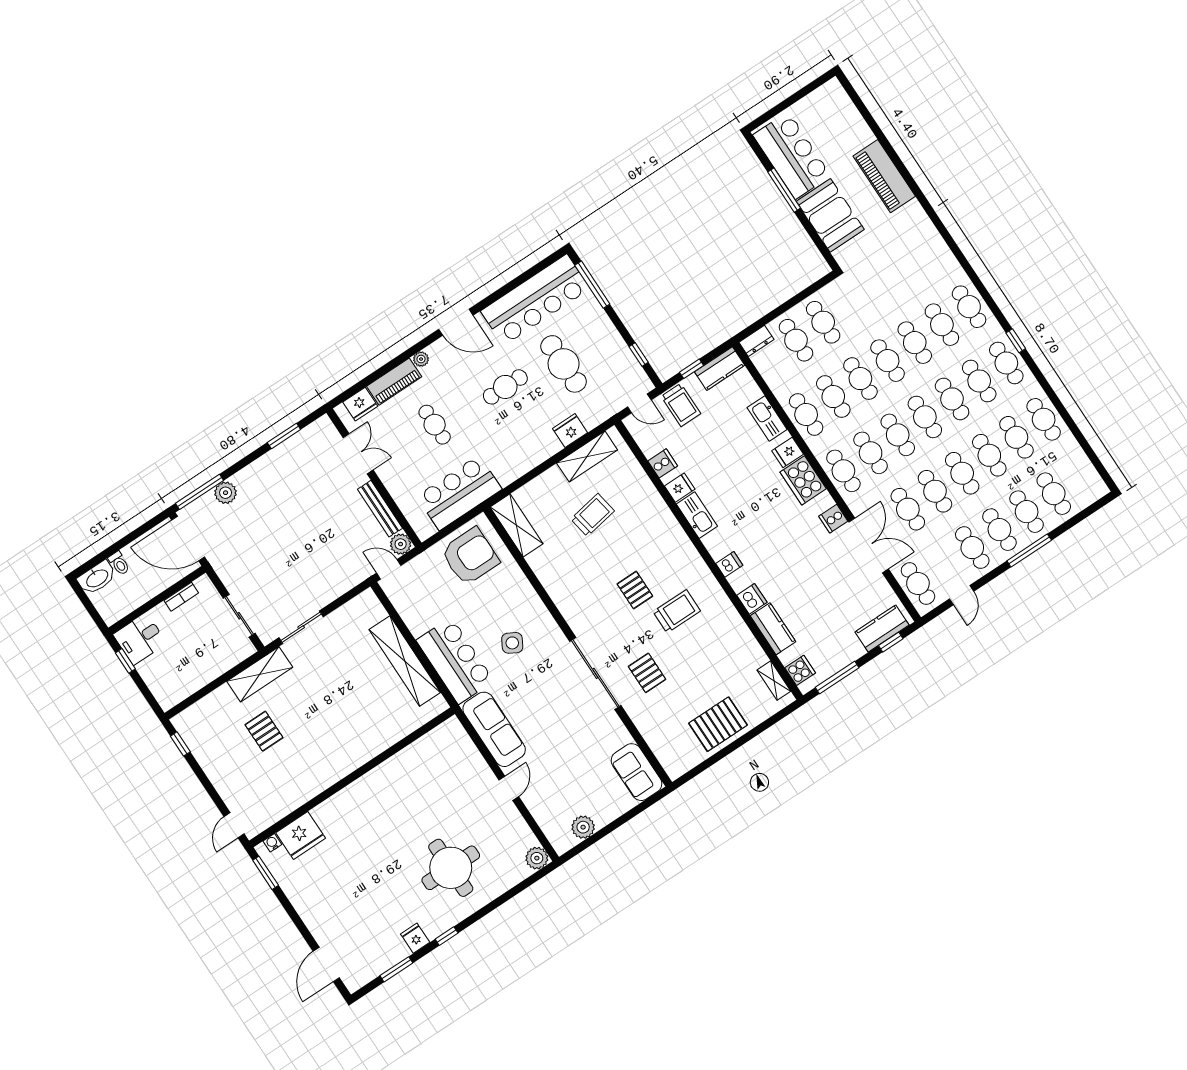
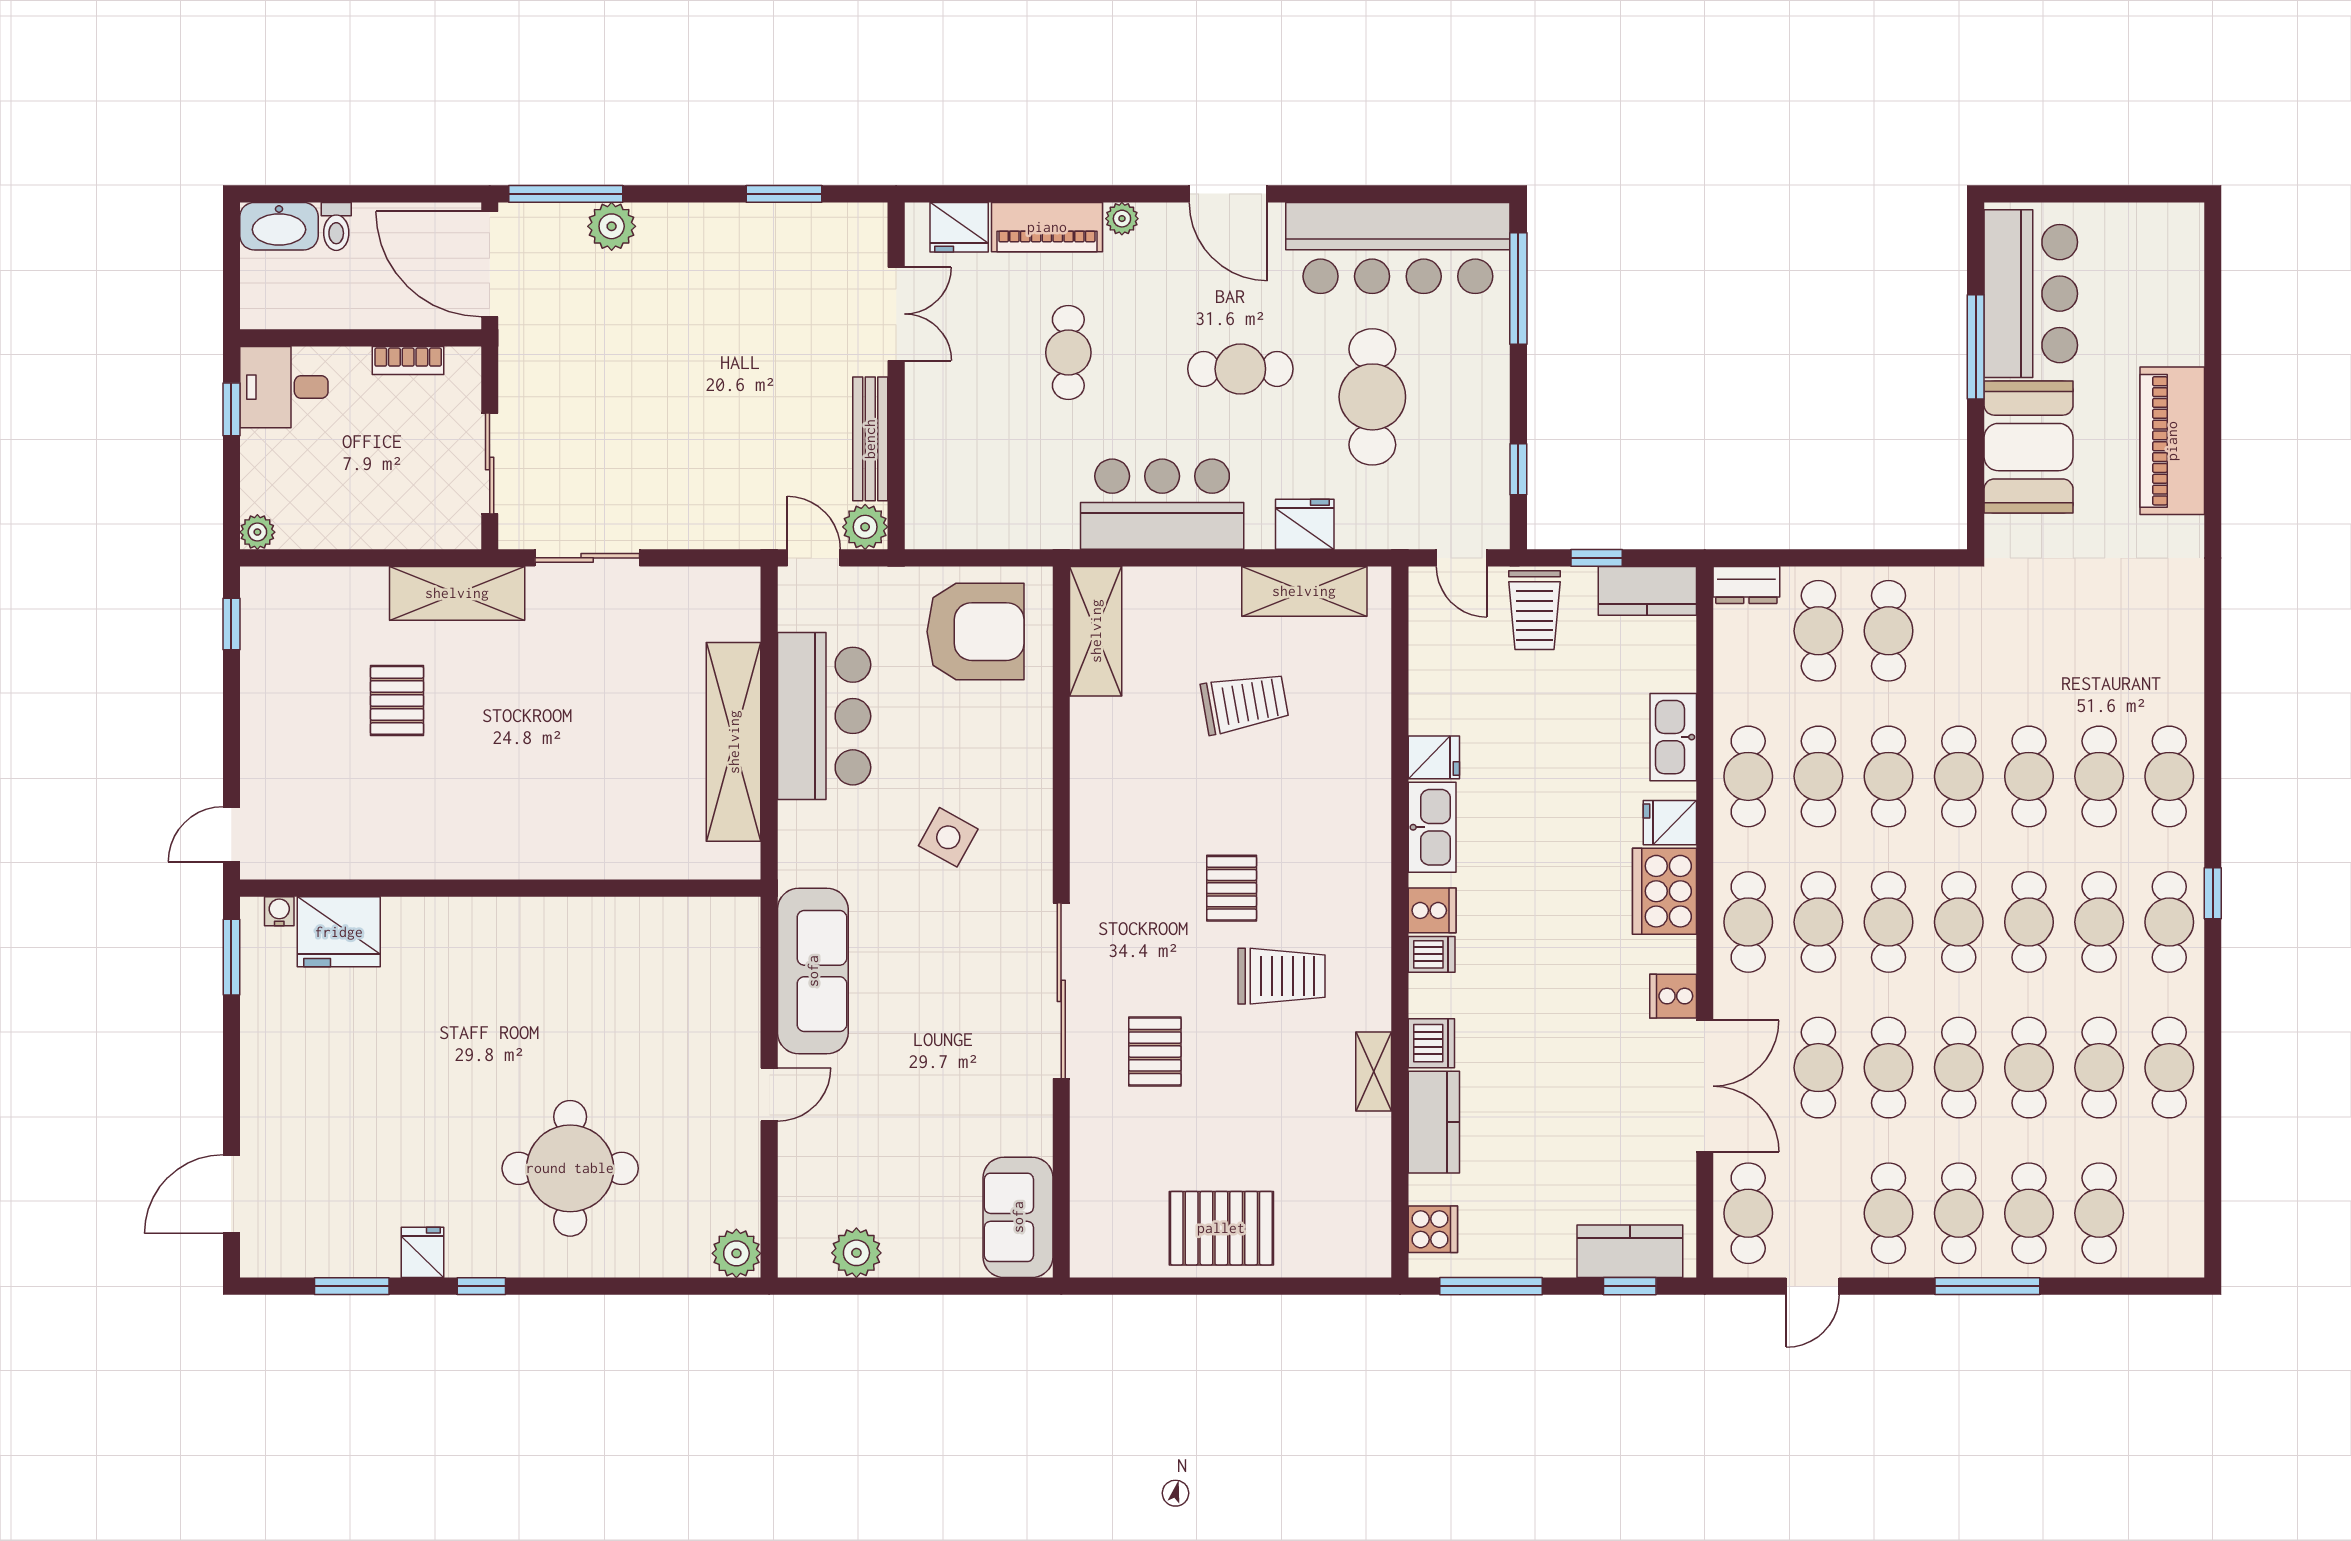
cooker: (663, 463) -> (1432, 910), moved
bar counter: (459, 493) -> (1162, 504), moved
bar counter: (455, 661) -> (824, 716), moved
shelving: (774, 681) -> (1374, 1071), moved
plant: (167, 702) -> (257, 532), added

